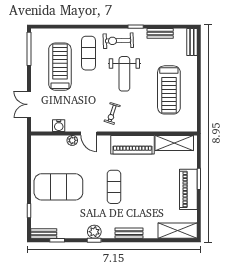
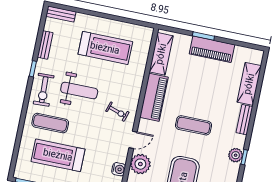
plant: (72, 140) -> (140, 164), width x1.88, depth x1.88
shelving: (178, 231) -> (249, 84), moved

